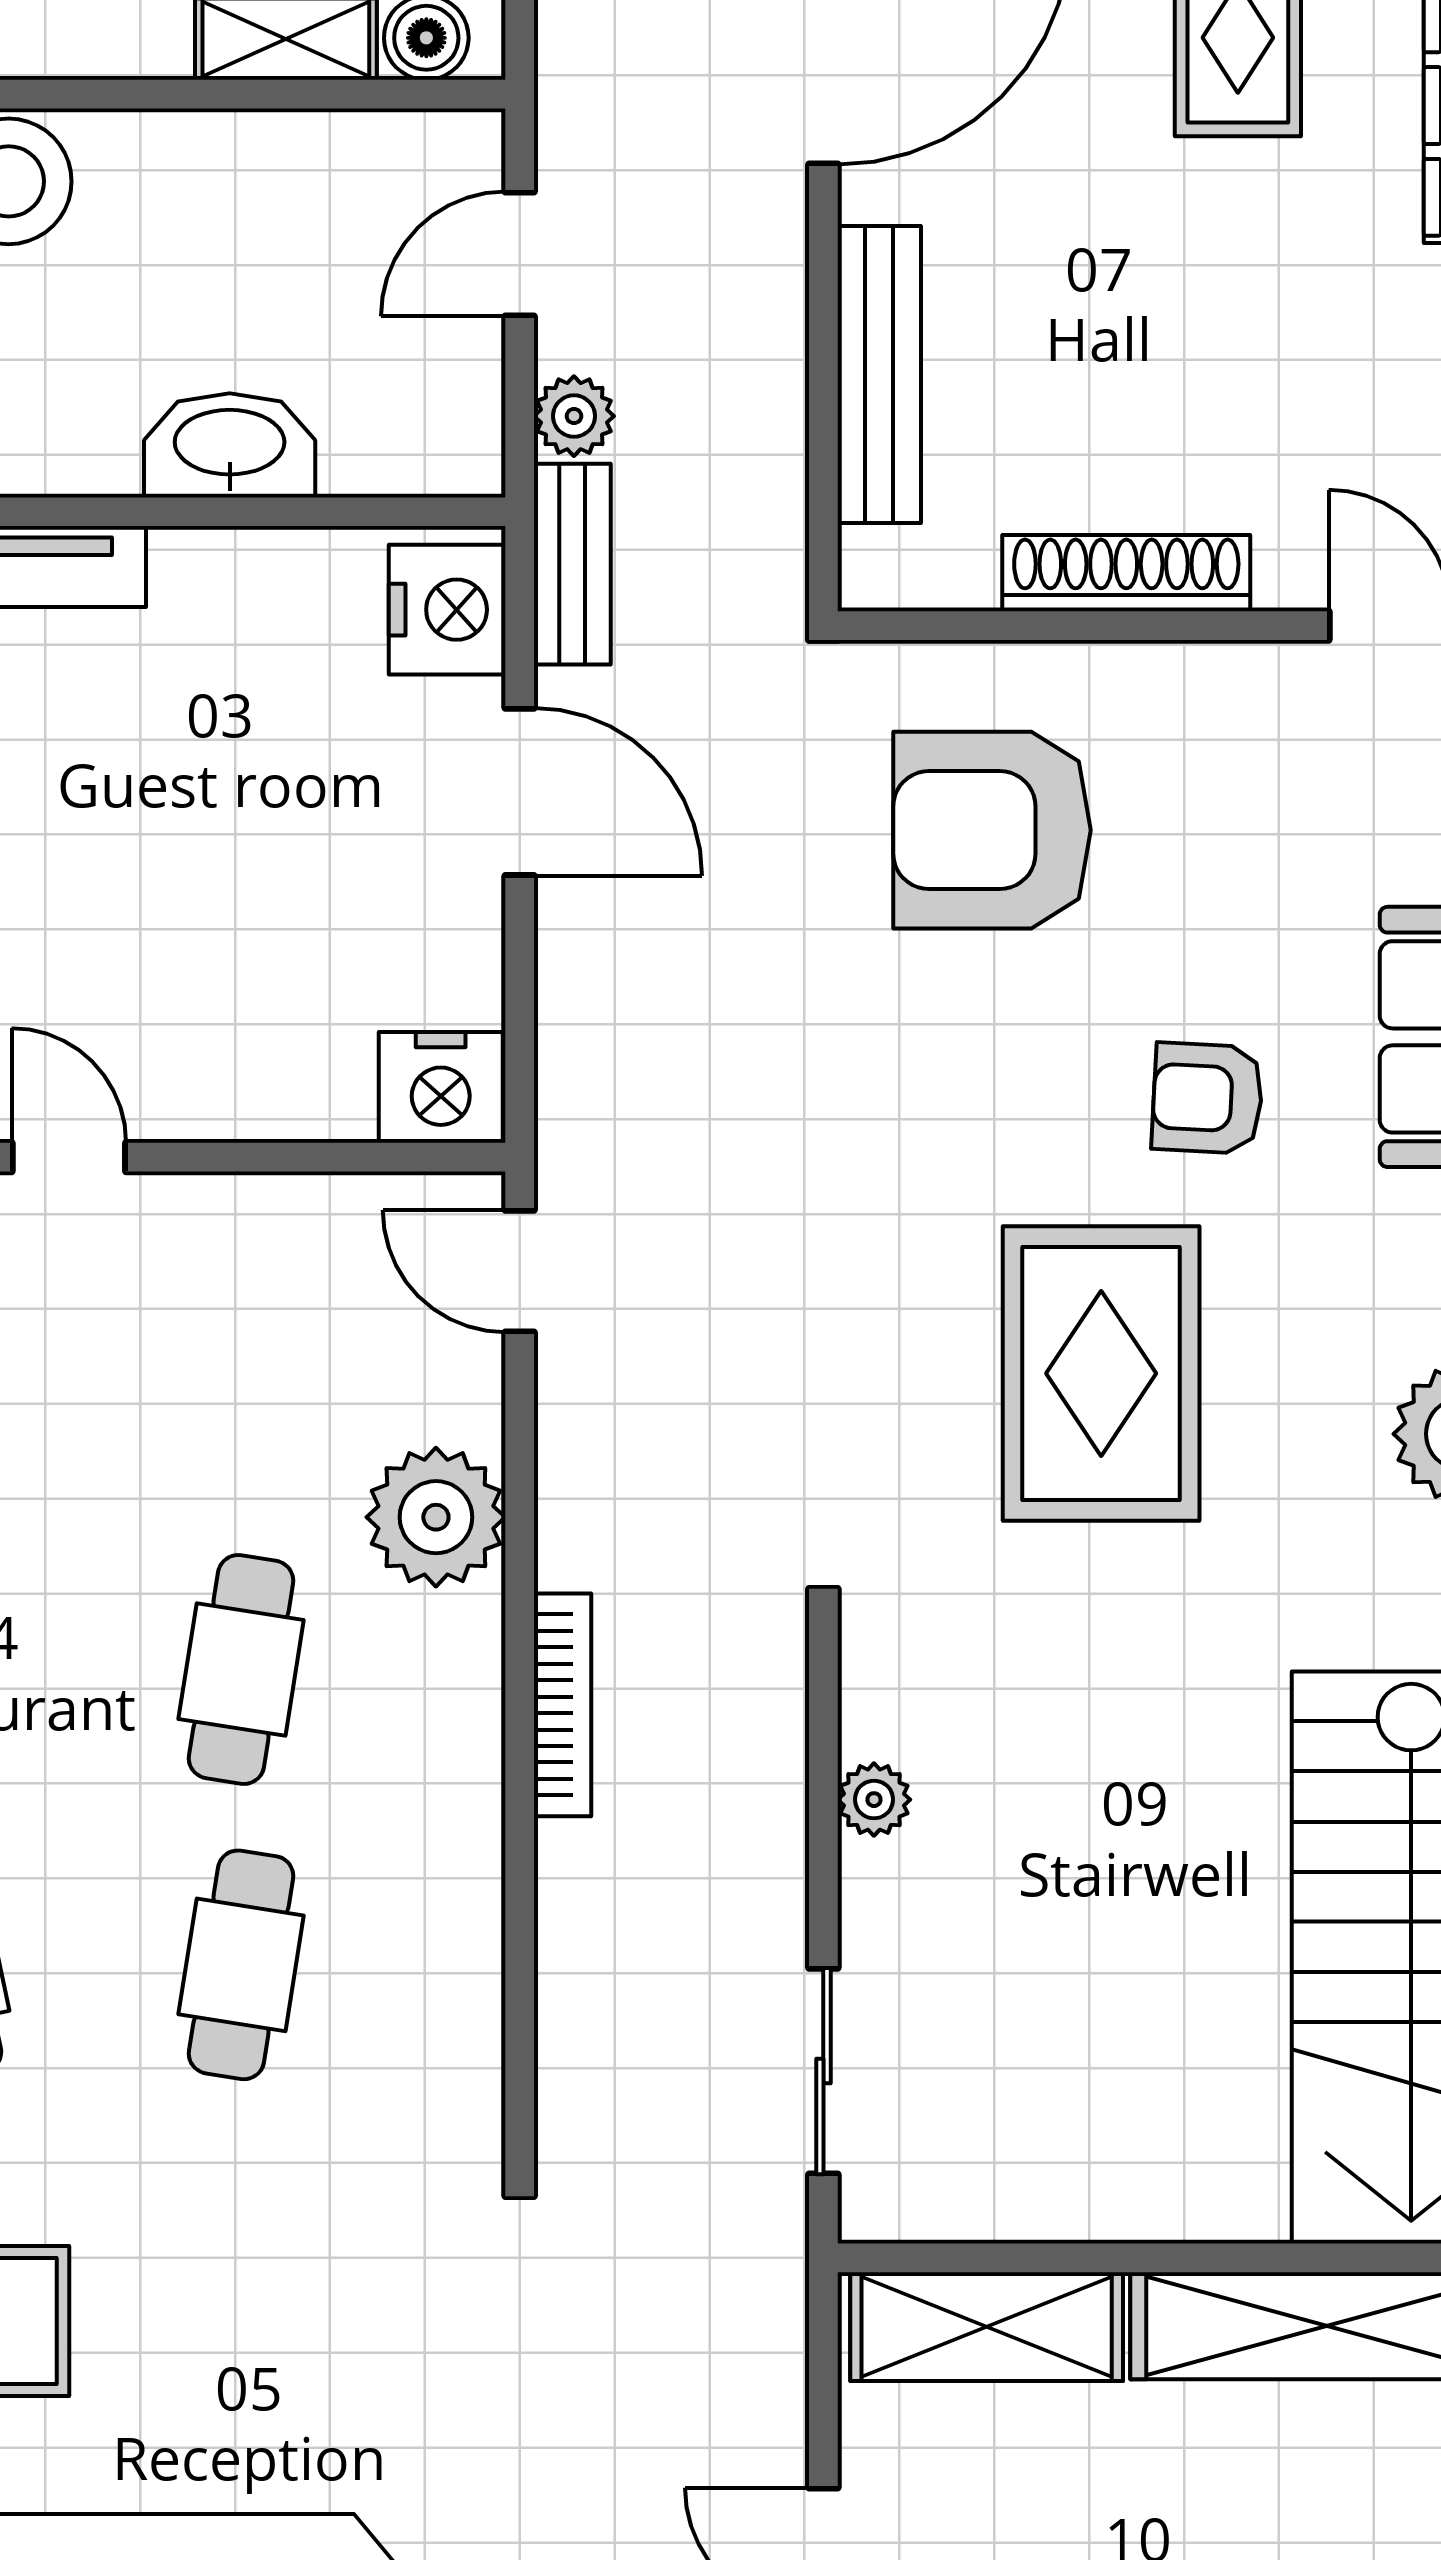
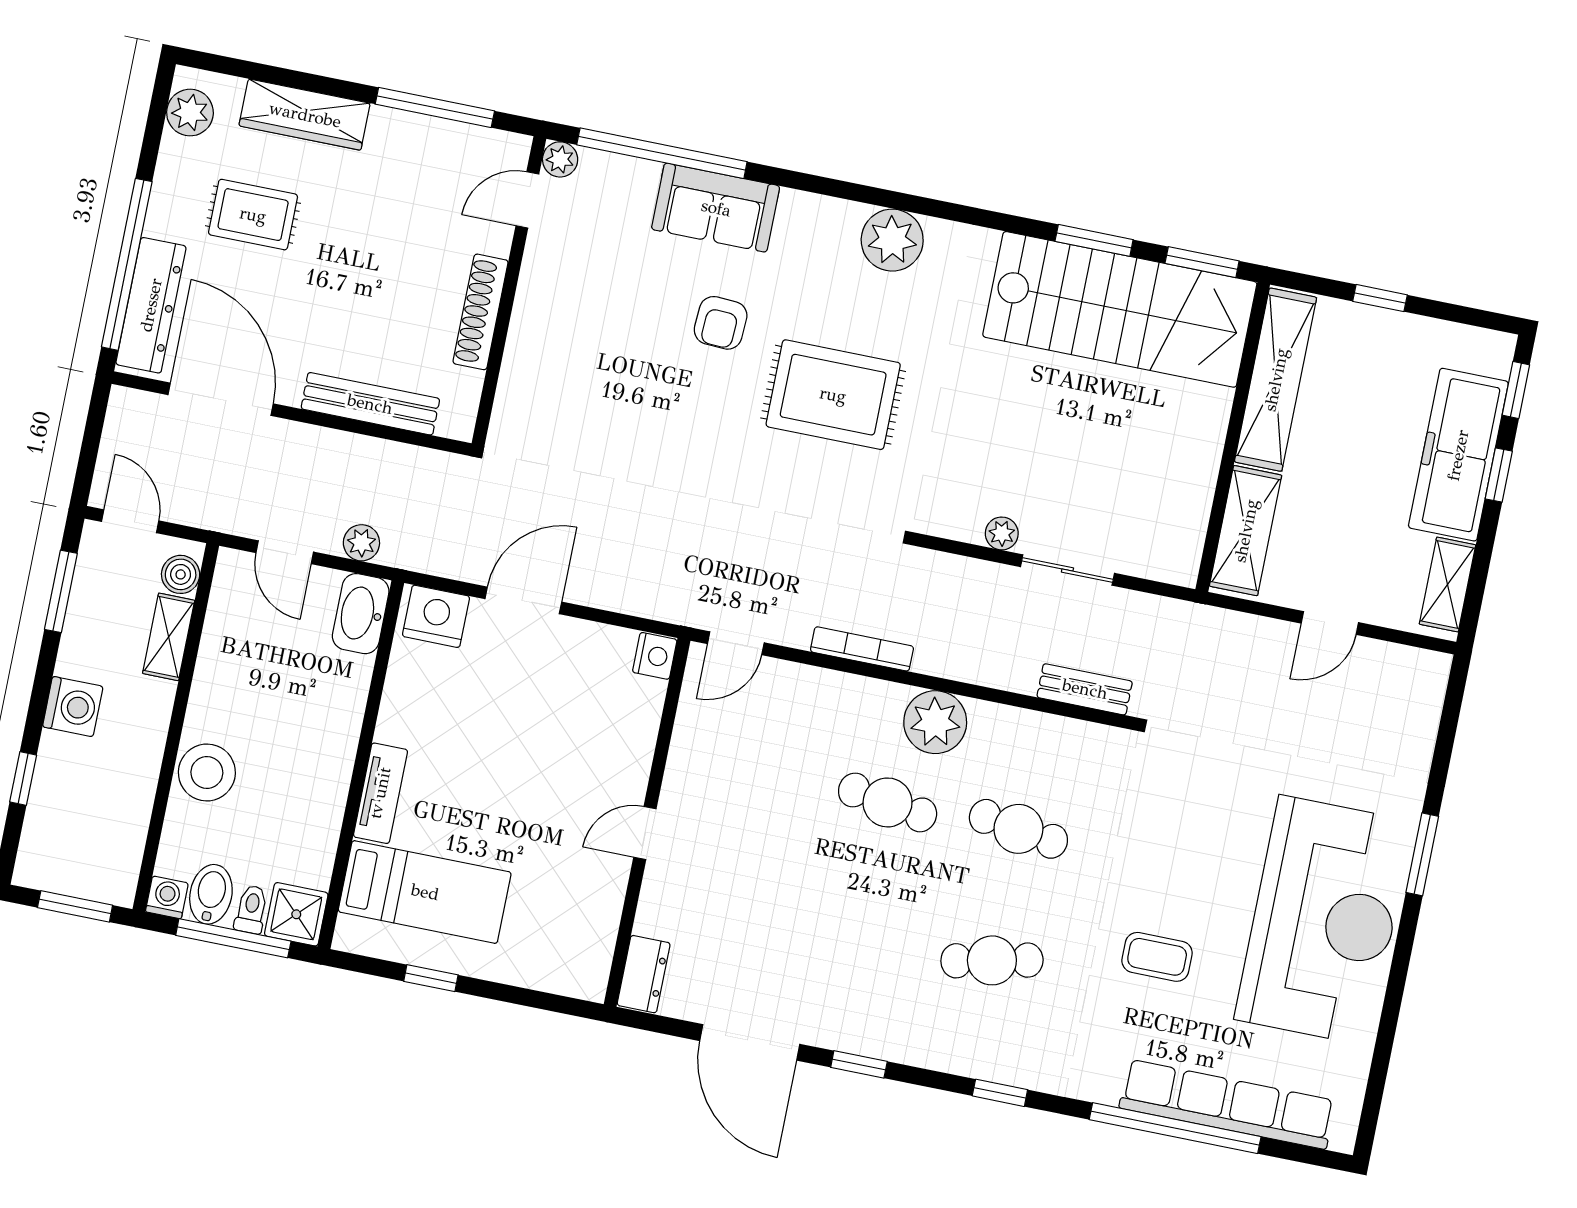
washbasin: (230, 445) -> (361, 614), moved
bench: (572, 564) -> (1085, 689), moved
armchair: (992, 830) -> (582, 394), removed
nightstand: (441, 1087) -> (655, 656), width x0.74, depth x0.75
plant: (436, 1517) -> (935, 722), moved
bookcase: (563, 1705) -> (862, 649), moved
sliding door: (823, 2071) -> (1067, 570), moved

